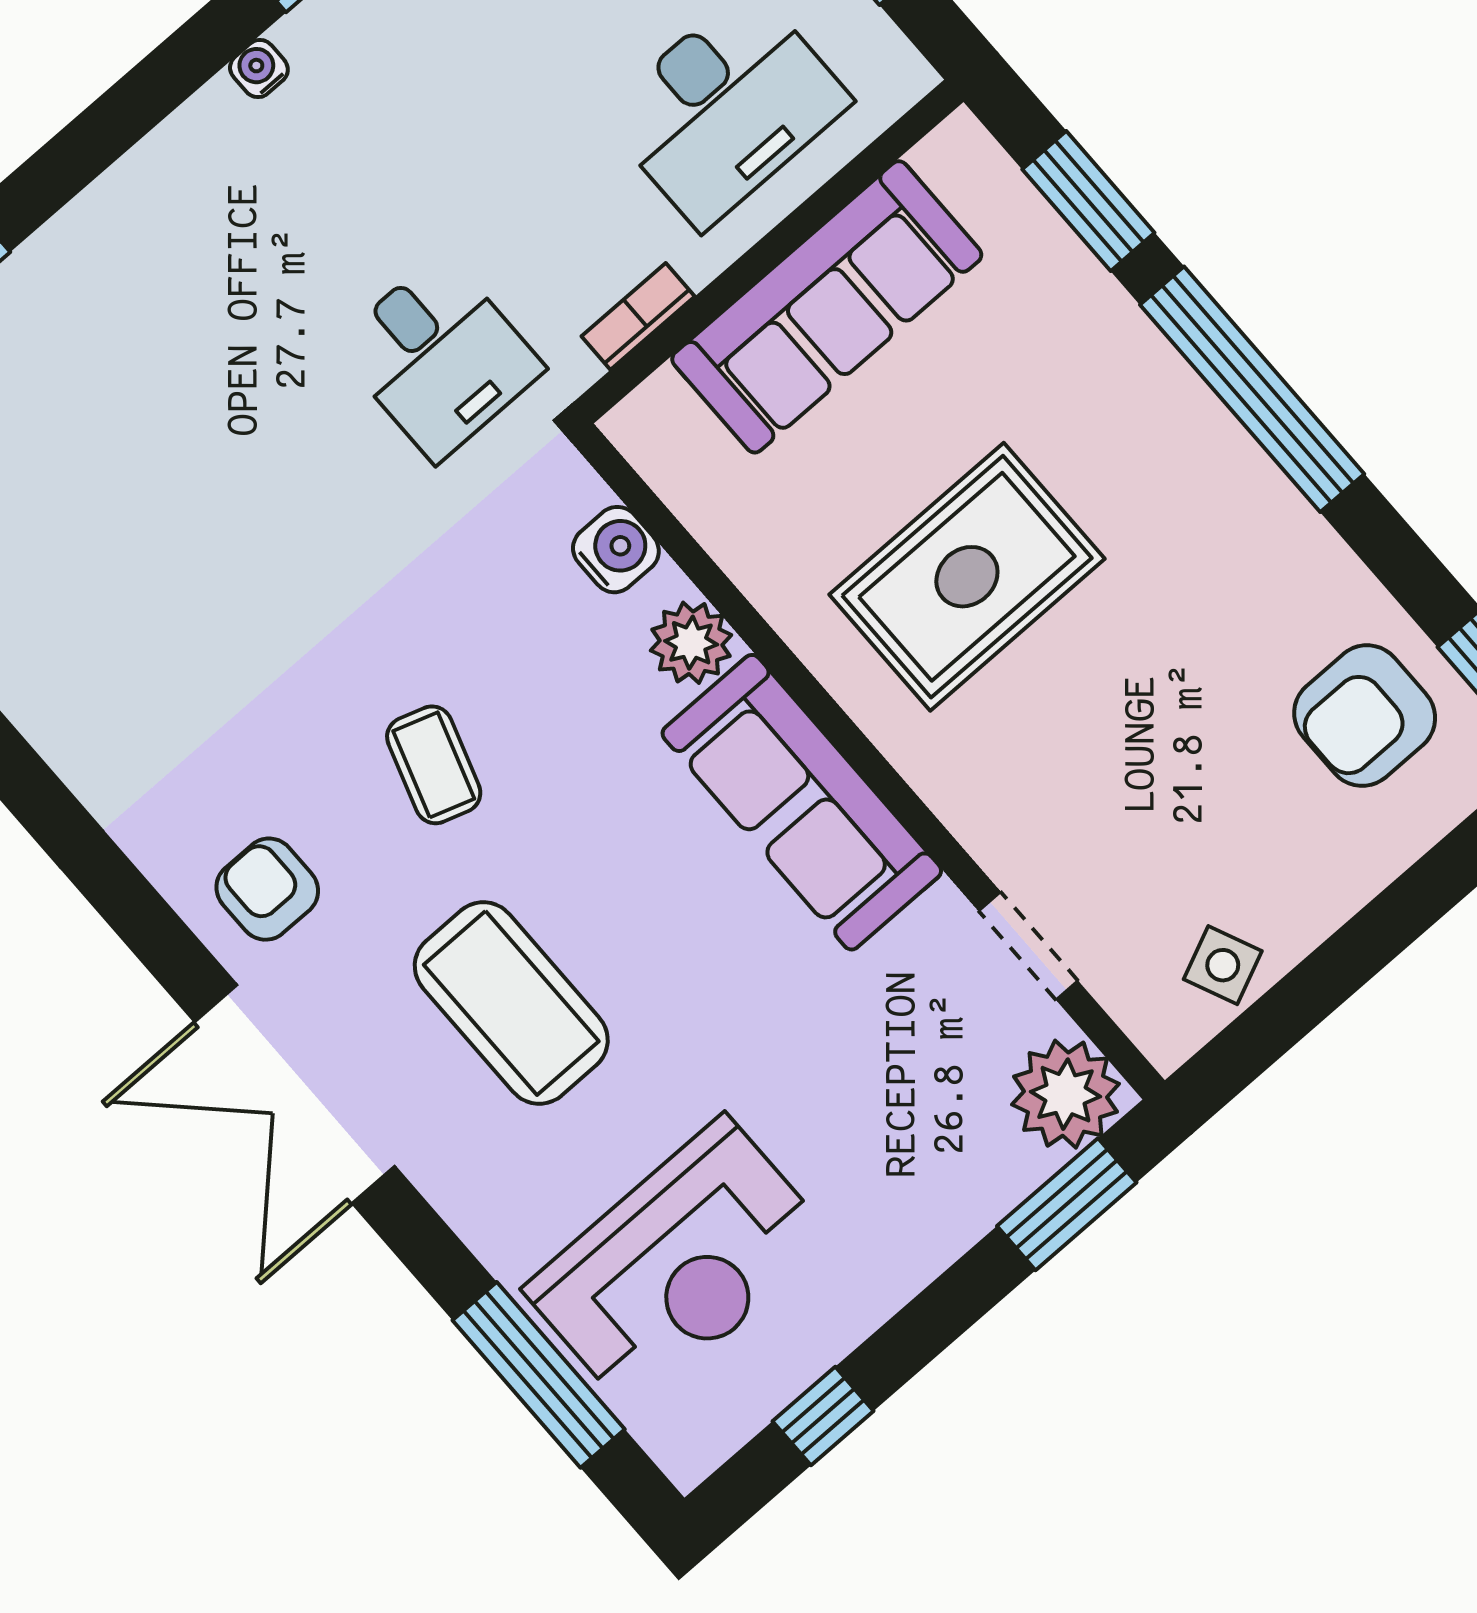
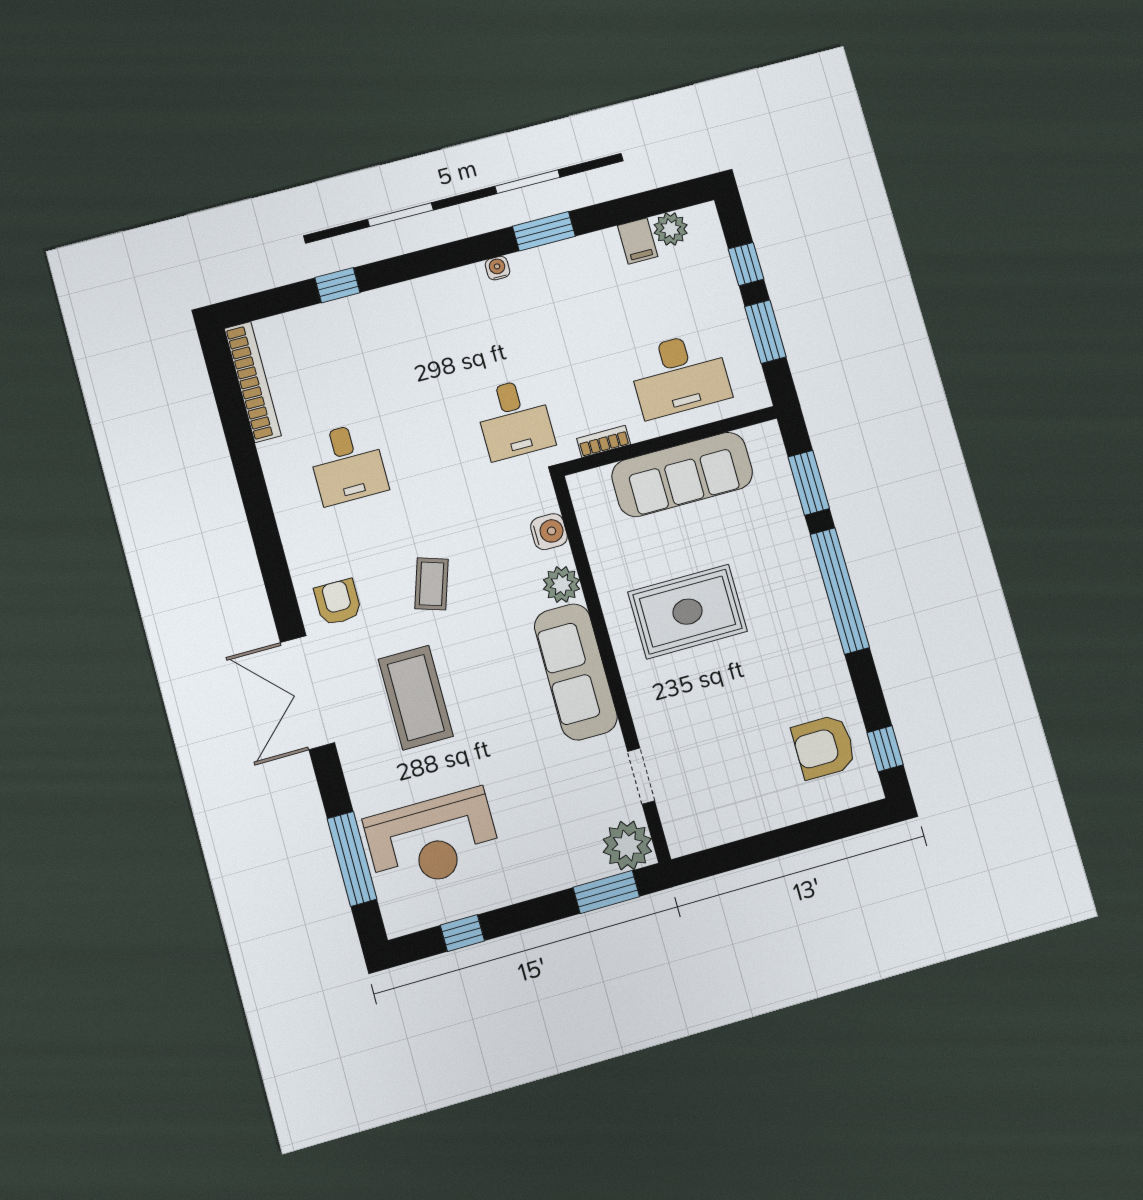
desk: (152, 606) -> (347, 464), added
side table: (1223, 965) -> (718, 823), removed

